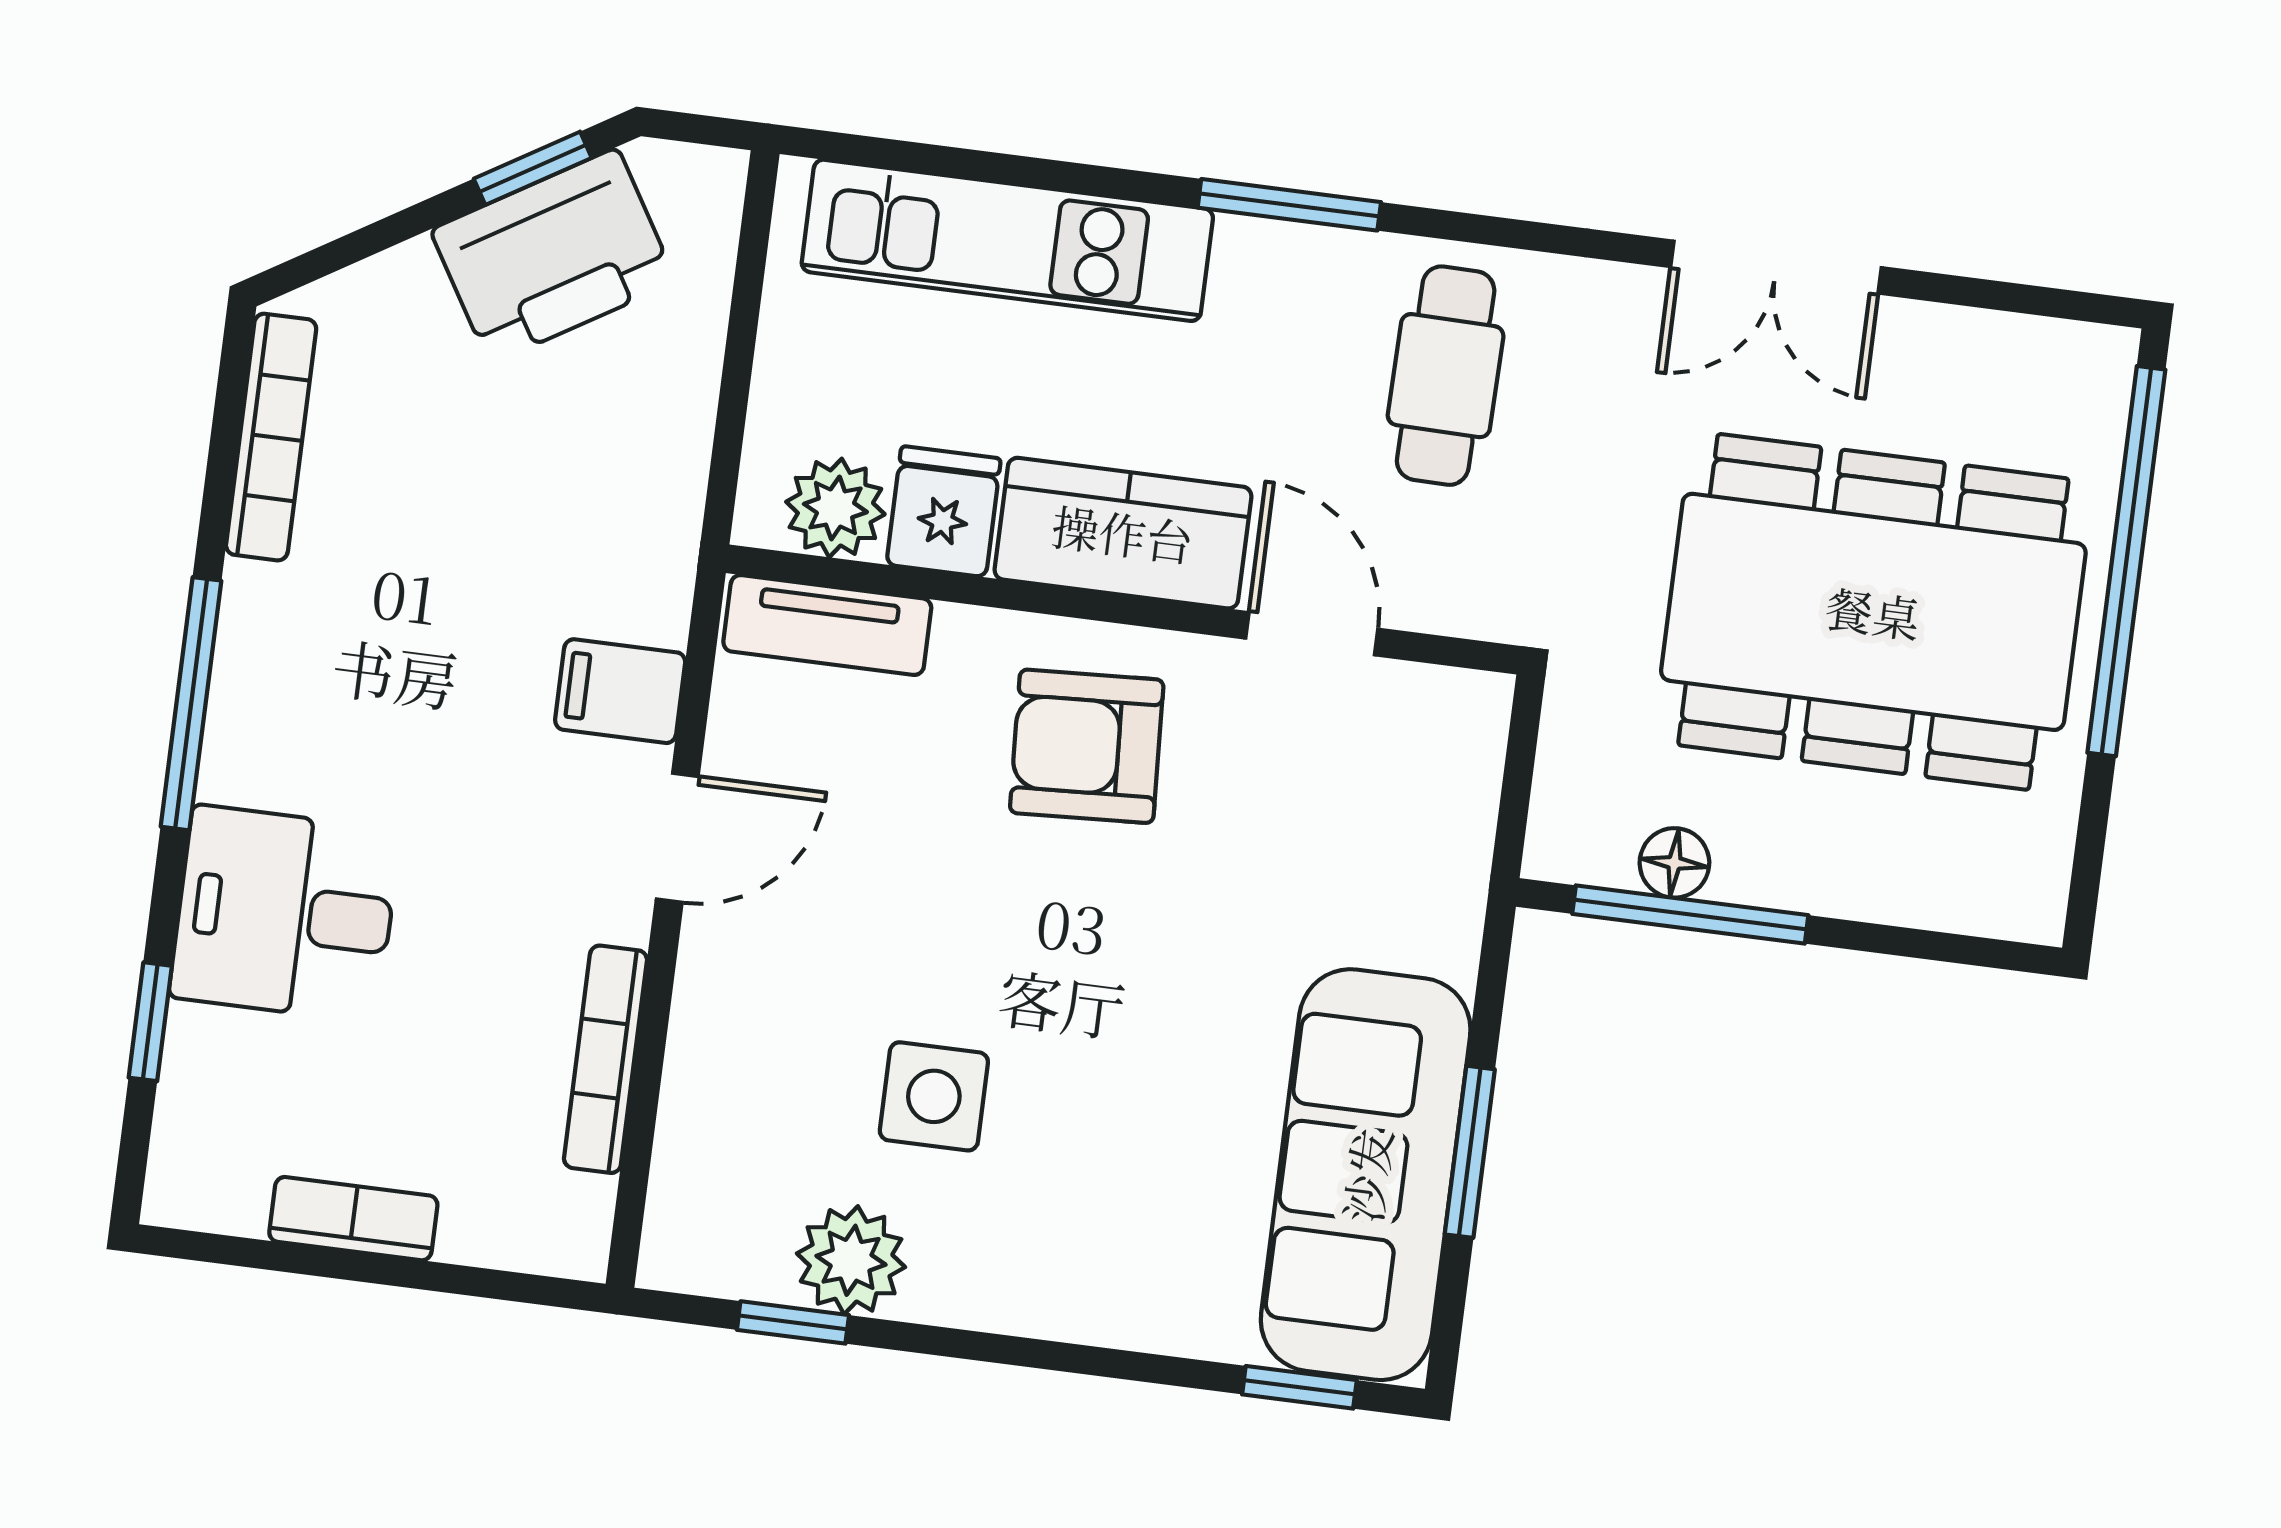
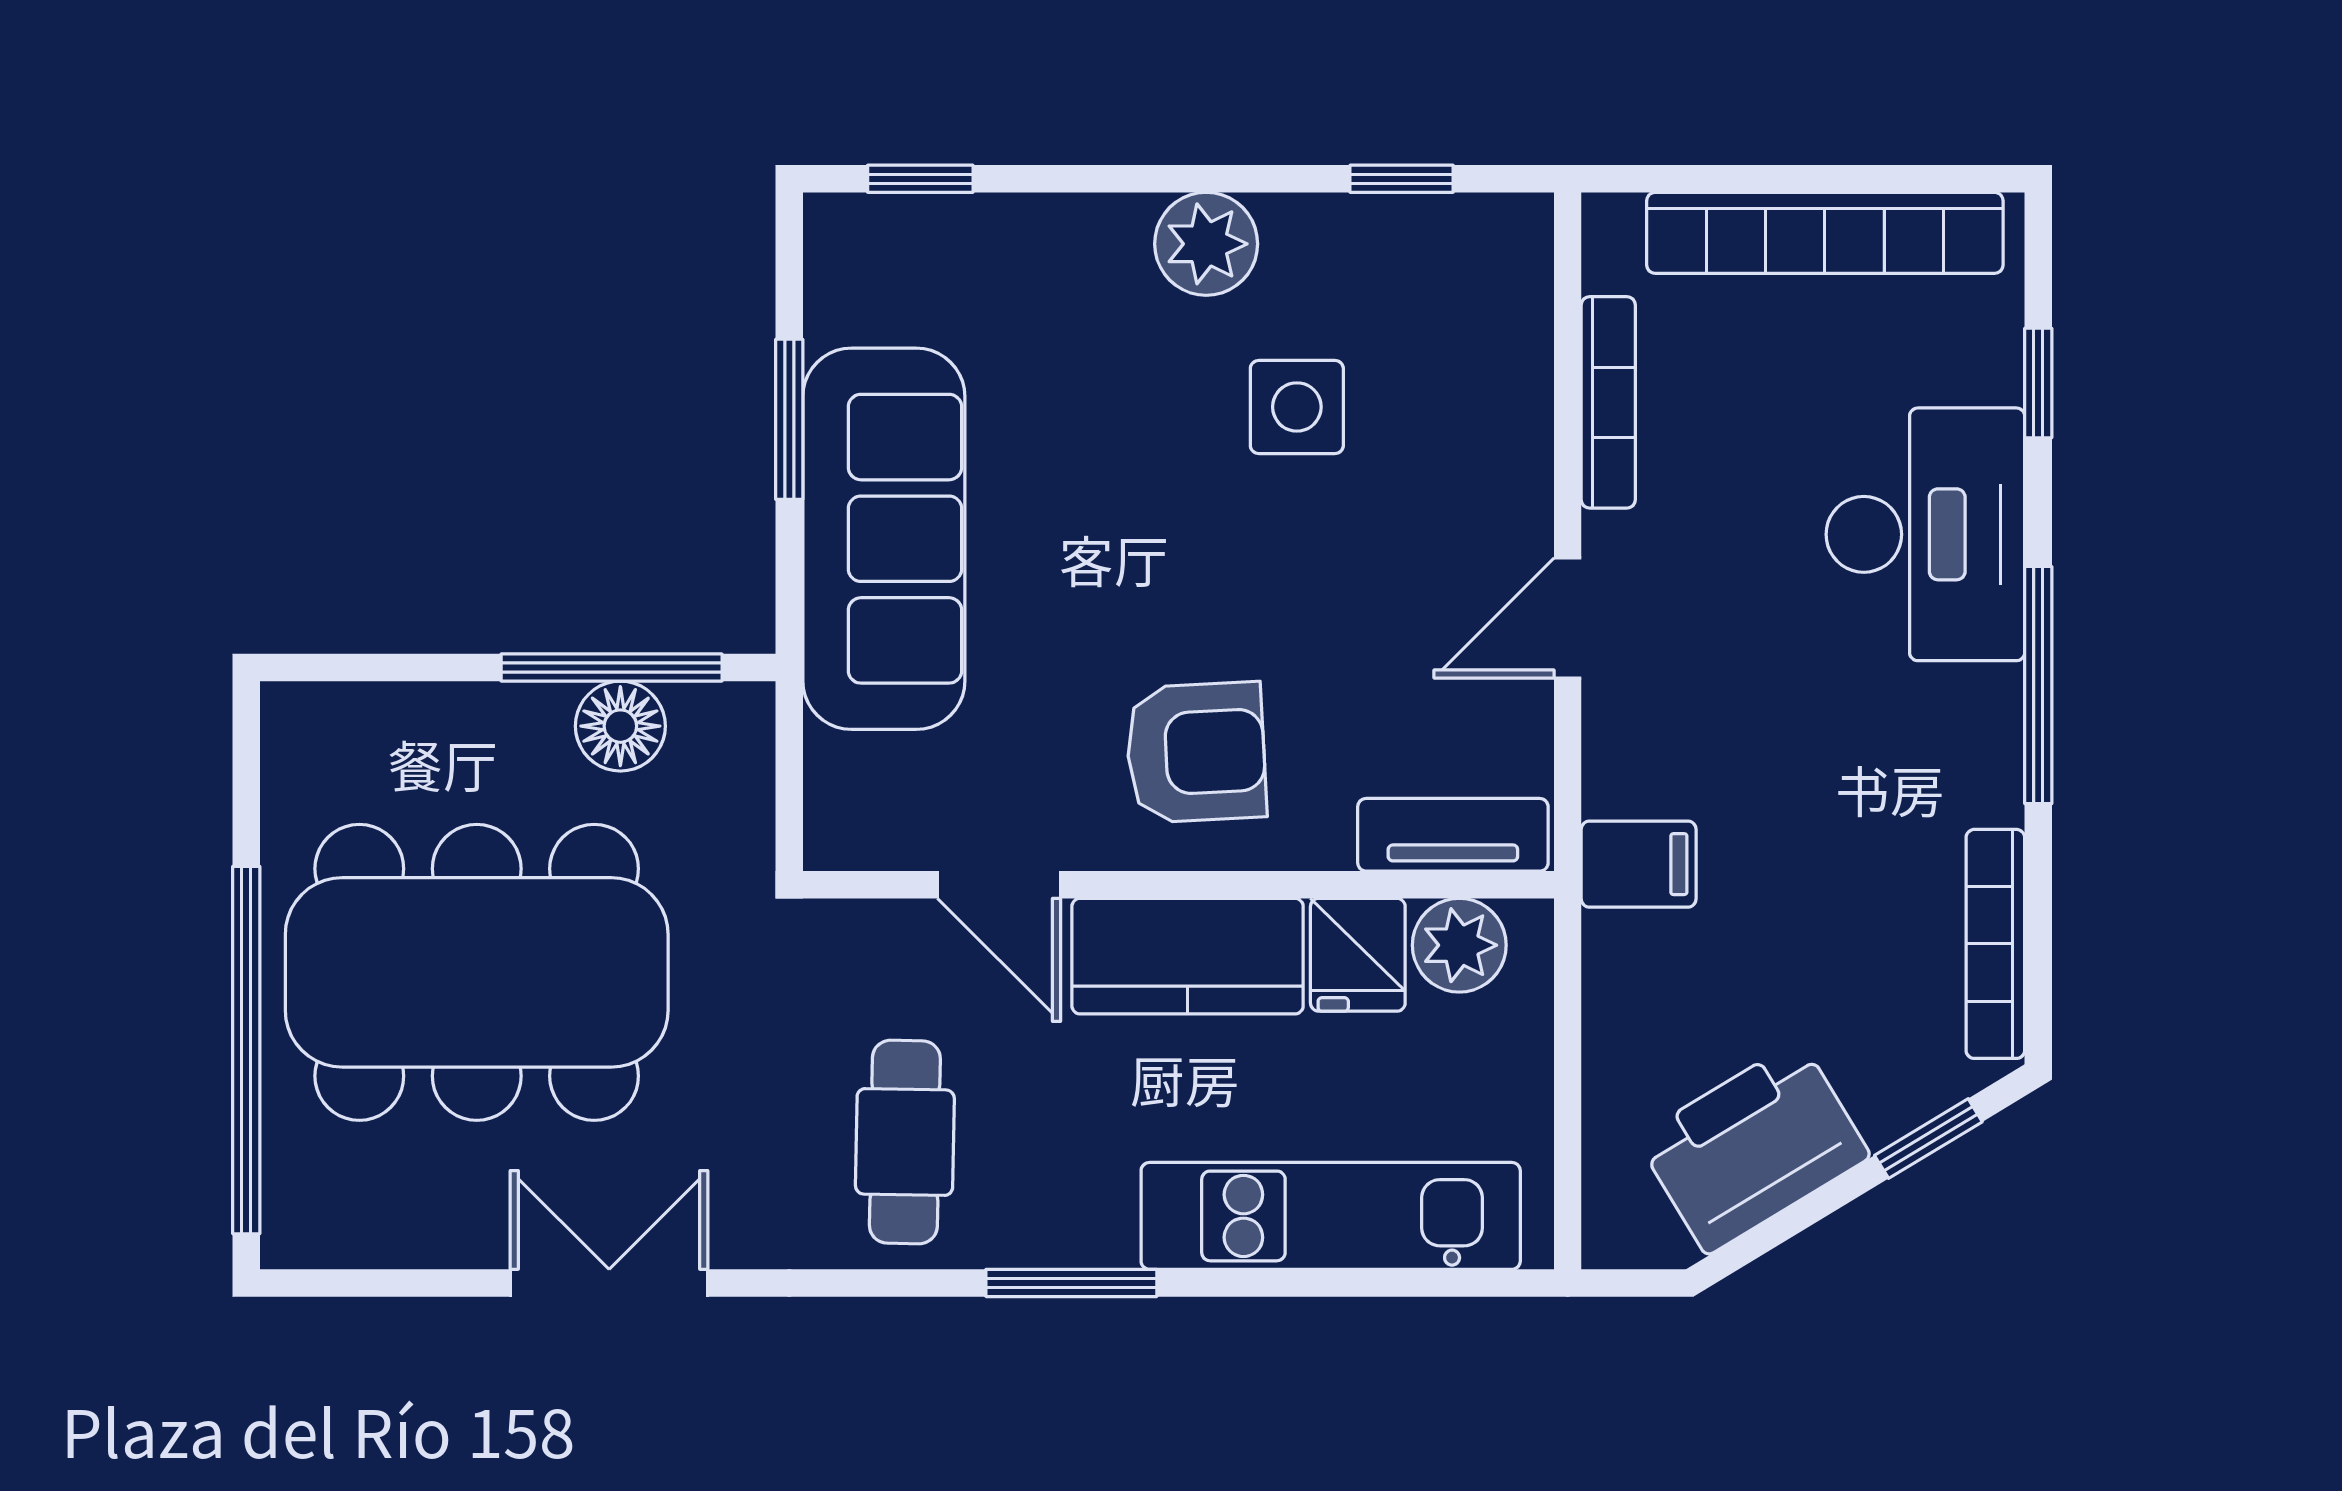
window: (533, 168) -> (1928, 1139), moved
filing cabinet: (620, 691) -> (1639, 864), moved
floor lamp: (1674, 863) -> (620, 726), width x1.37, depth x1.37
desk: (285, 914) -> (1925, 534), width x1.37
sofa: (1366, 1175) -> (884, 539), moved
bookcase: (353, 1219) -> (1825, 233), width x2.31, depth x1.31
plant: (851, 1260) -> (1206, 244), moved

